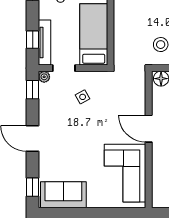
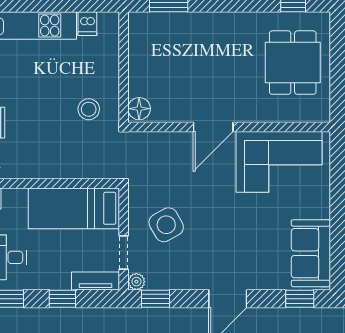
window: (33, 40) -> (62, 299), moved
tv unit: (45, 43) -> (95, 281), width x0.71
side table: (83, 97) -> (166, 225), width x1.87, depth x1.87

